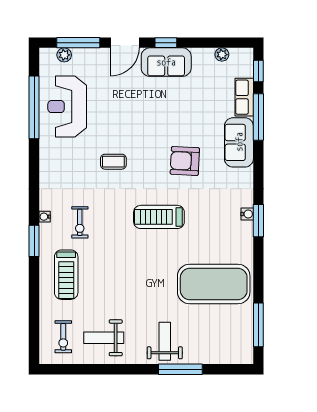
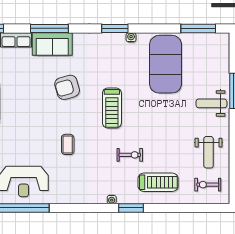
window: (258, 117) -> (49, 28), moved
armchair: (185, 161) -> (67, 87), turned 71
water cooler: (247, 214) -> (131, 37), moved
exercise bike: (80, 222) -> (130, 155), moved
exercise bike: (63, 337) -> (208, 185), turned 180

